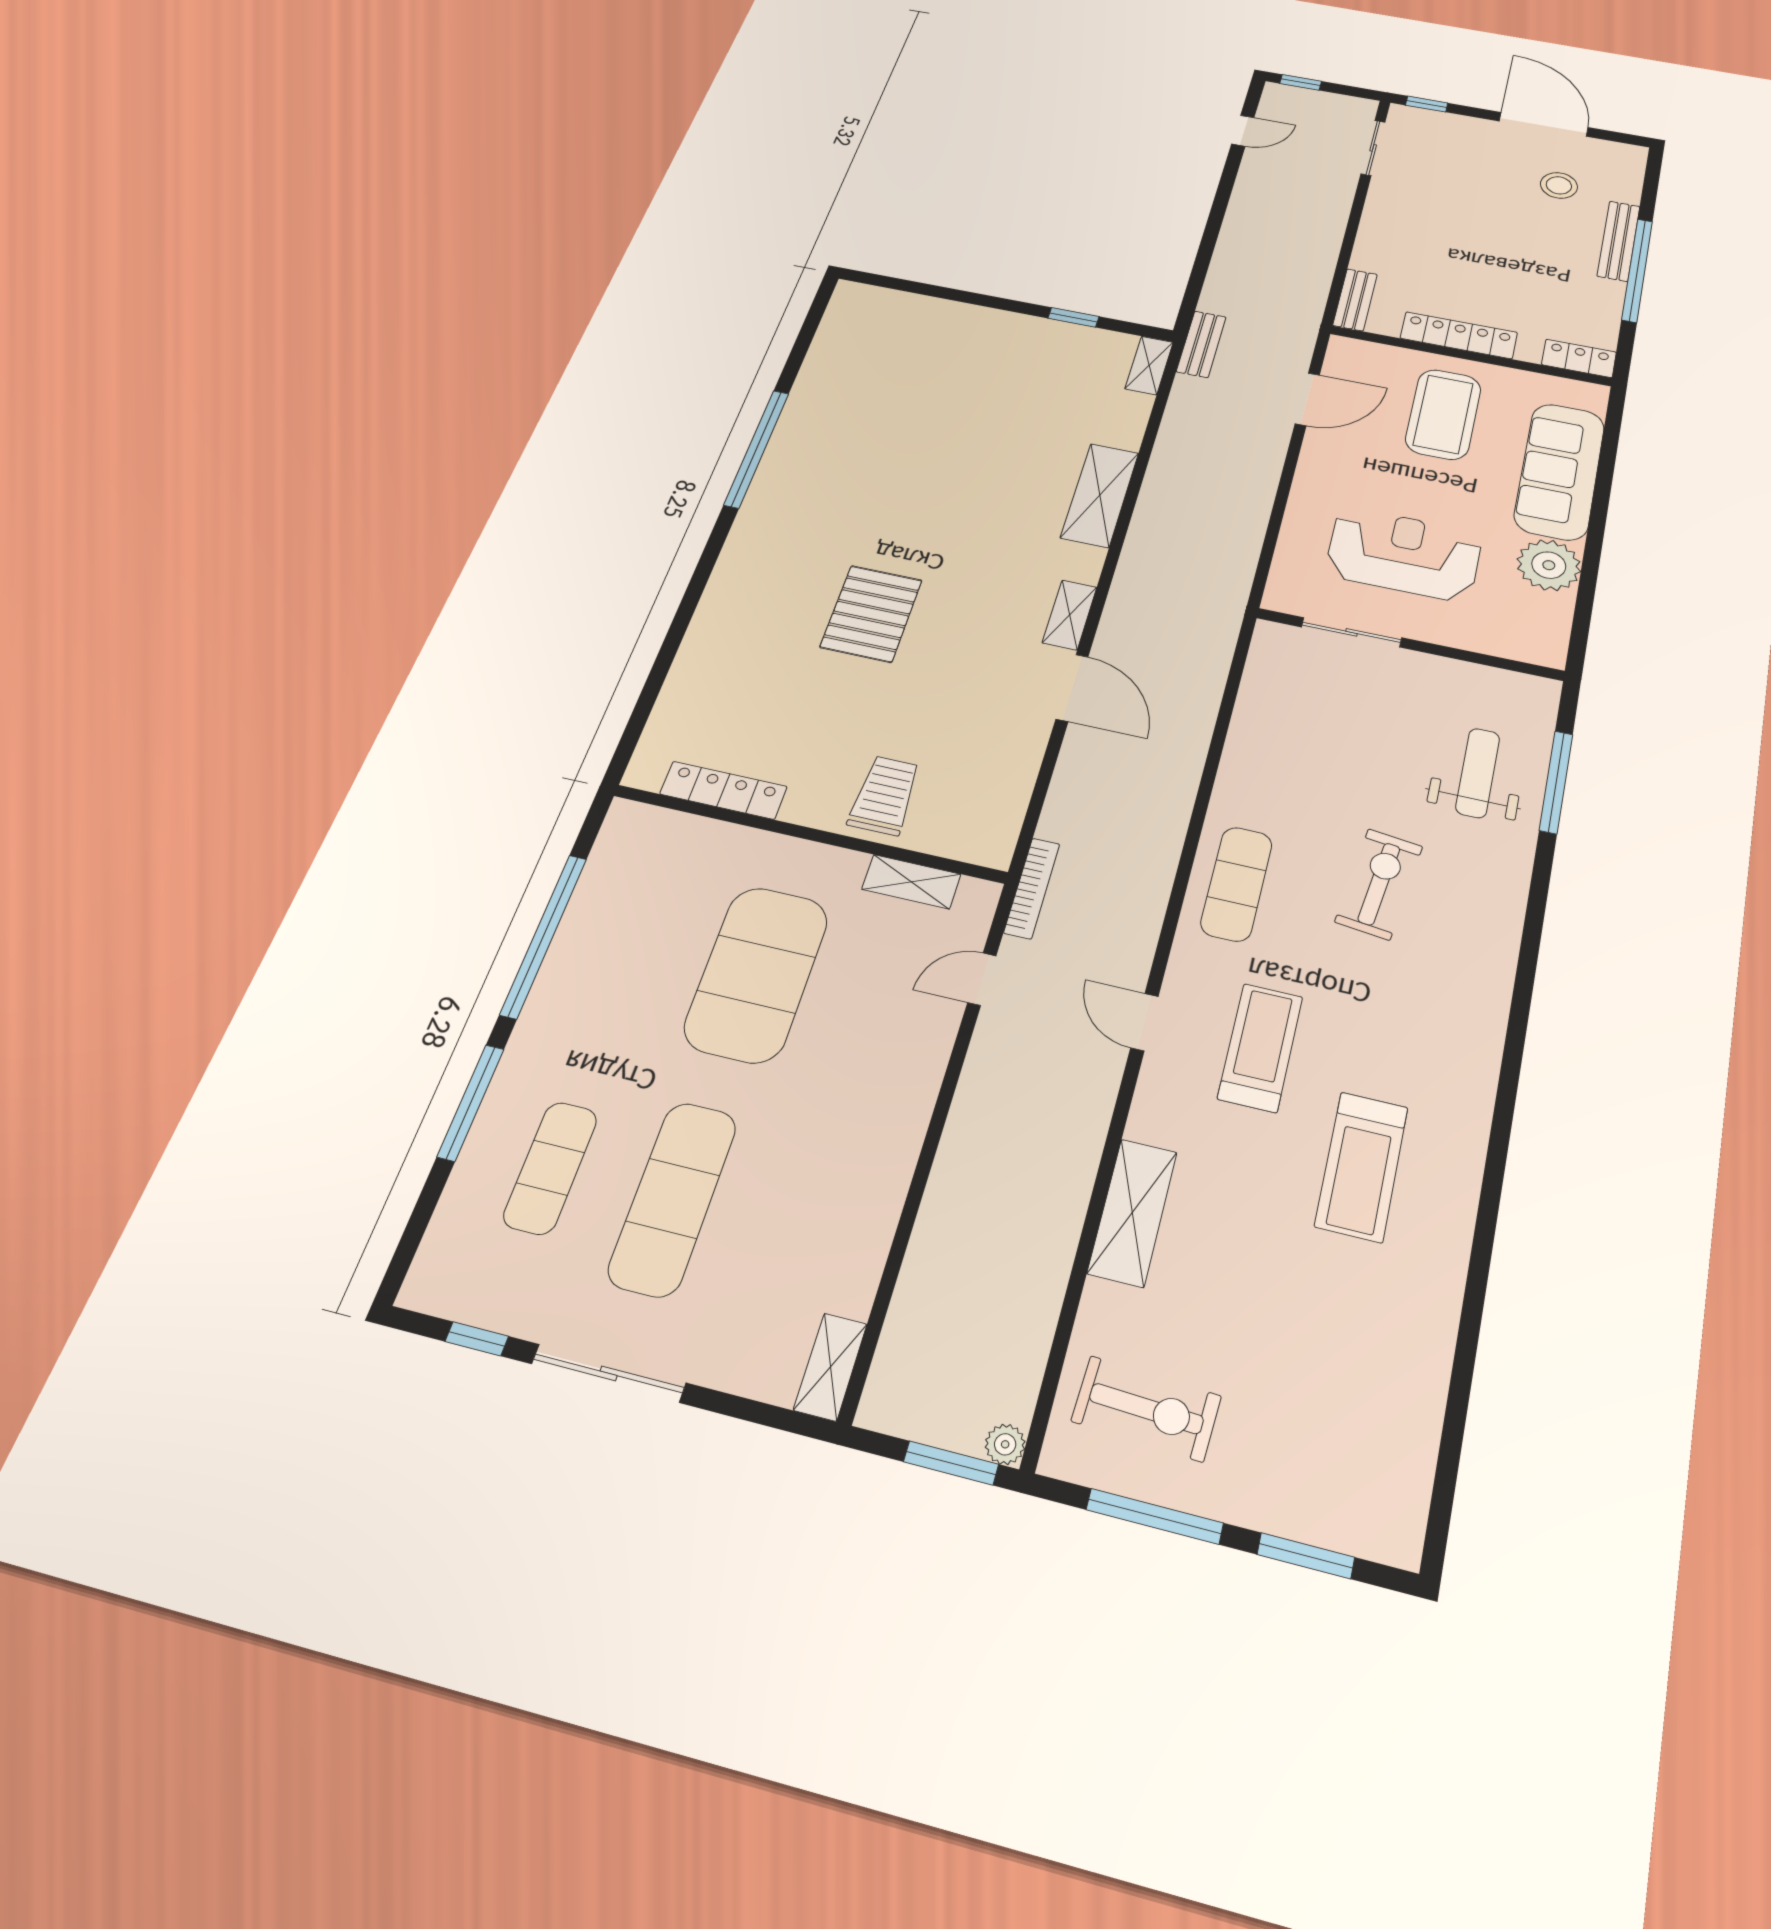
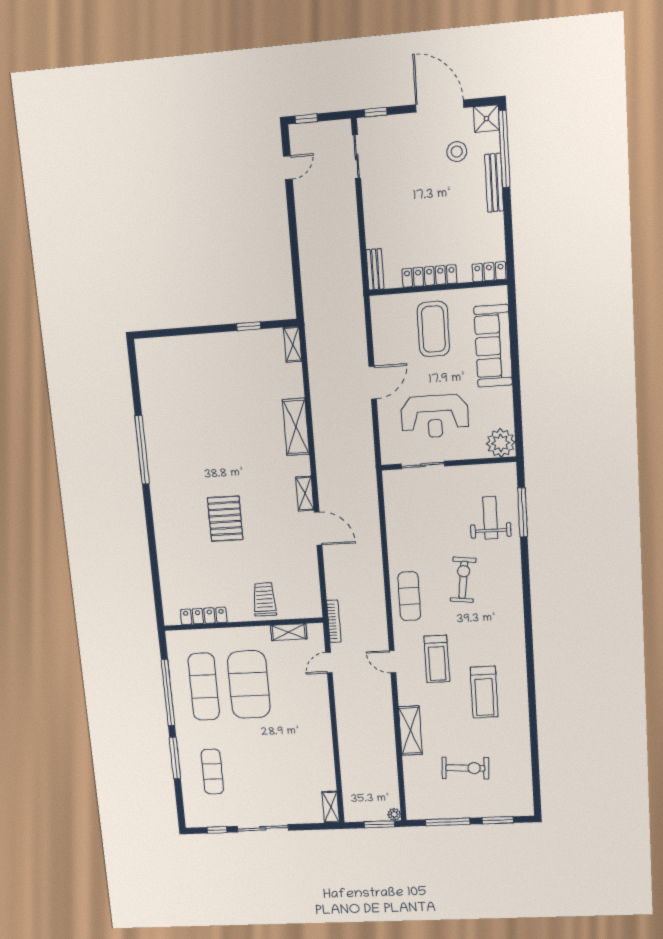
shower: (1624, 159) -> (486, 119), added
window: (1637, 270) -> (504, 149), moved
bench: (1201, 344) -> (312, 323), removed
door: (1307, 399) -> (373, 383), moved
reception desk: (1404, 554) -> (435, 416), turned 180
plant: (1549, 565) -> (501, 443), moved
treadmill: (1260, 1047) -> (437, 659), turned 180
exercise mat: (673, 1198) -> (204, 687), moved
exercise bike: (1146, 1409) -> (465, 768), moved

